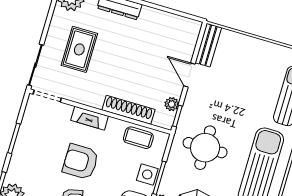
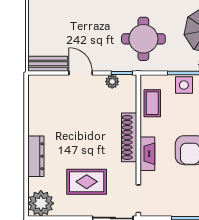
door: (189, 75) -> (81, 73), swing flipped
shoe rack: (128, 110) -> (129, 137), moved

